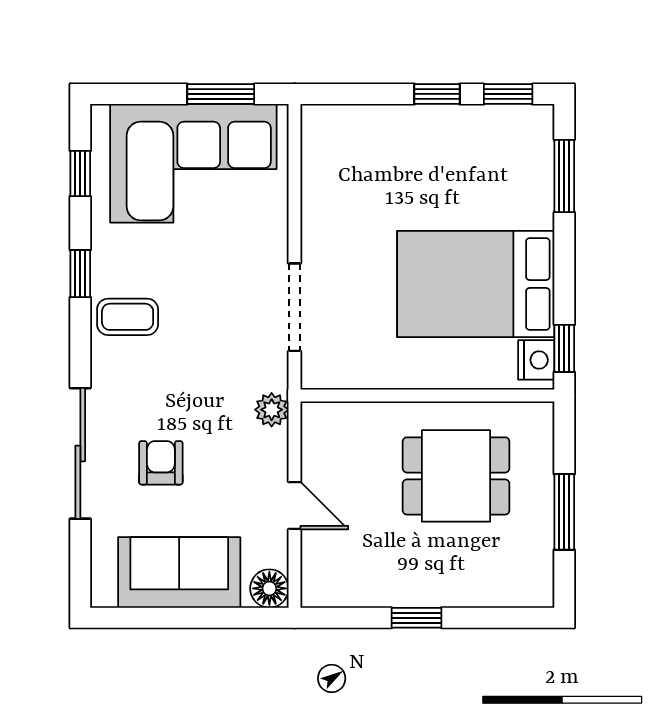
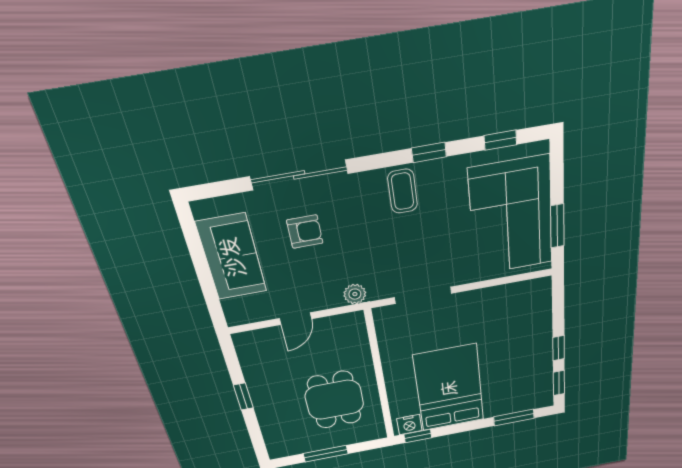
floor lamp: (269, 588) -> (237, 314), removed

